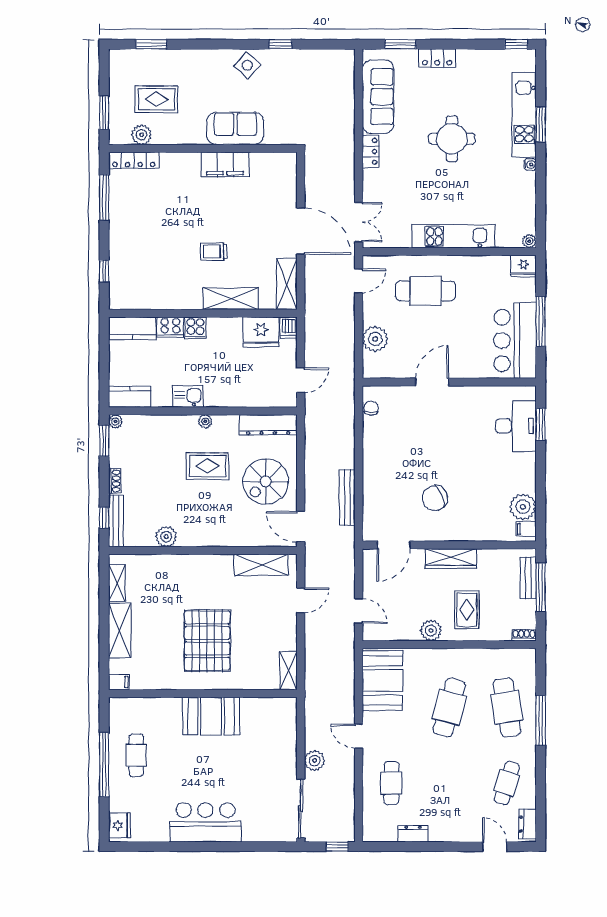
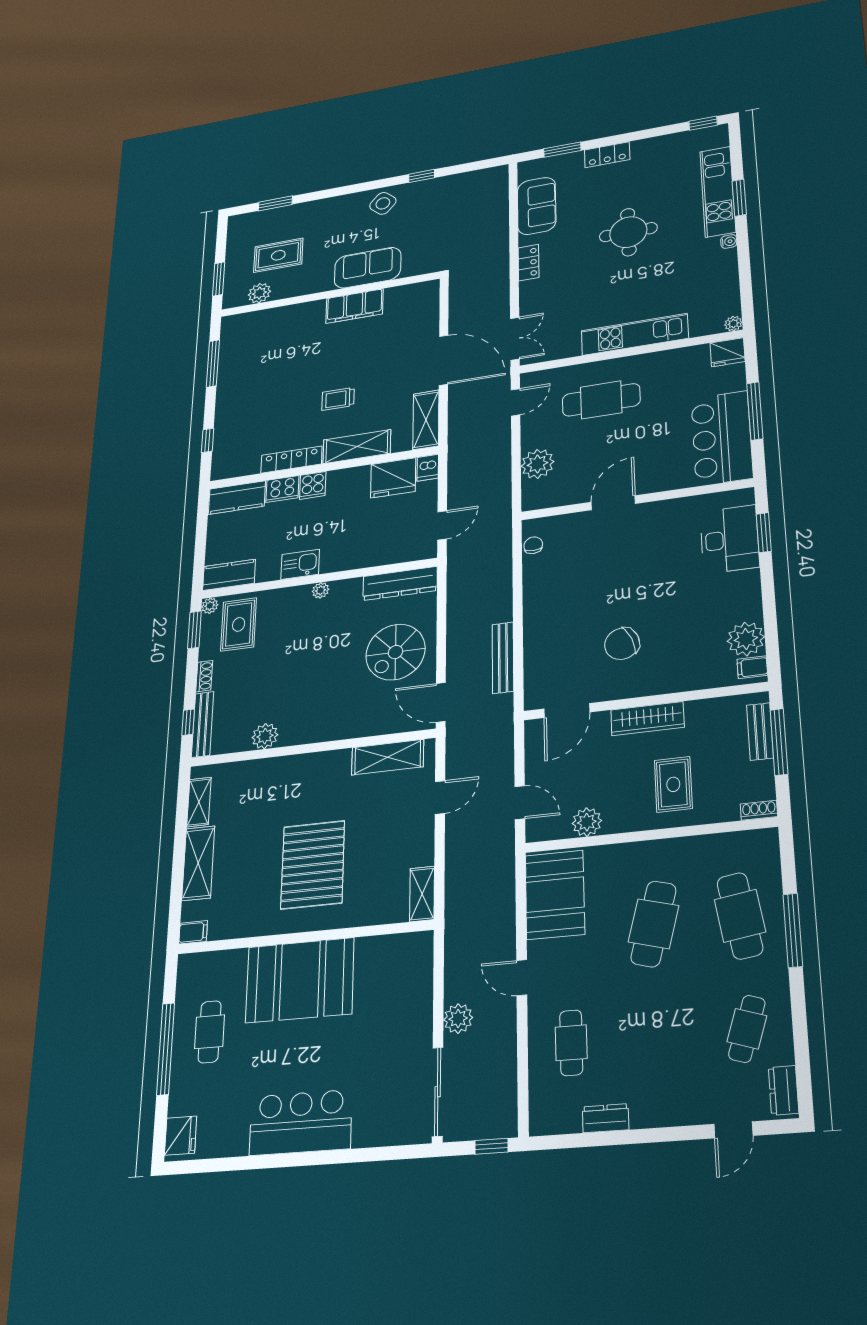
sofa: (378, 97) -> (537, 206), width x0.73
locker: (134, 160) -> (291, 460), moved, turned 180
rug: (208, 466) -> (239, 624), moved, turned 90
plant: (431, 631) -> (587, 822), moved
booth: (211, 716) -> (300, 980), width x1.36, depth x1.42
door: (495, 847) -> (733, 1130), swing flipped

